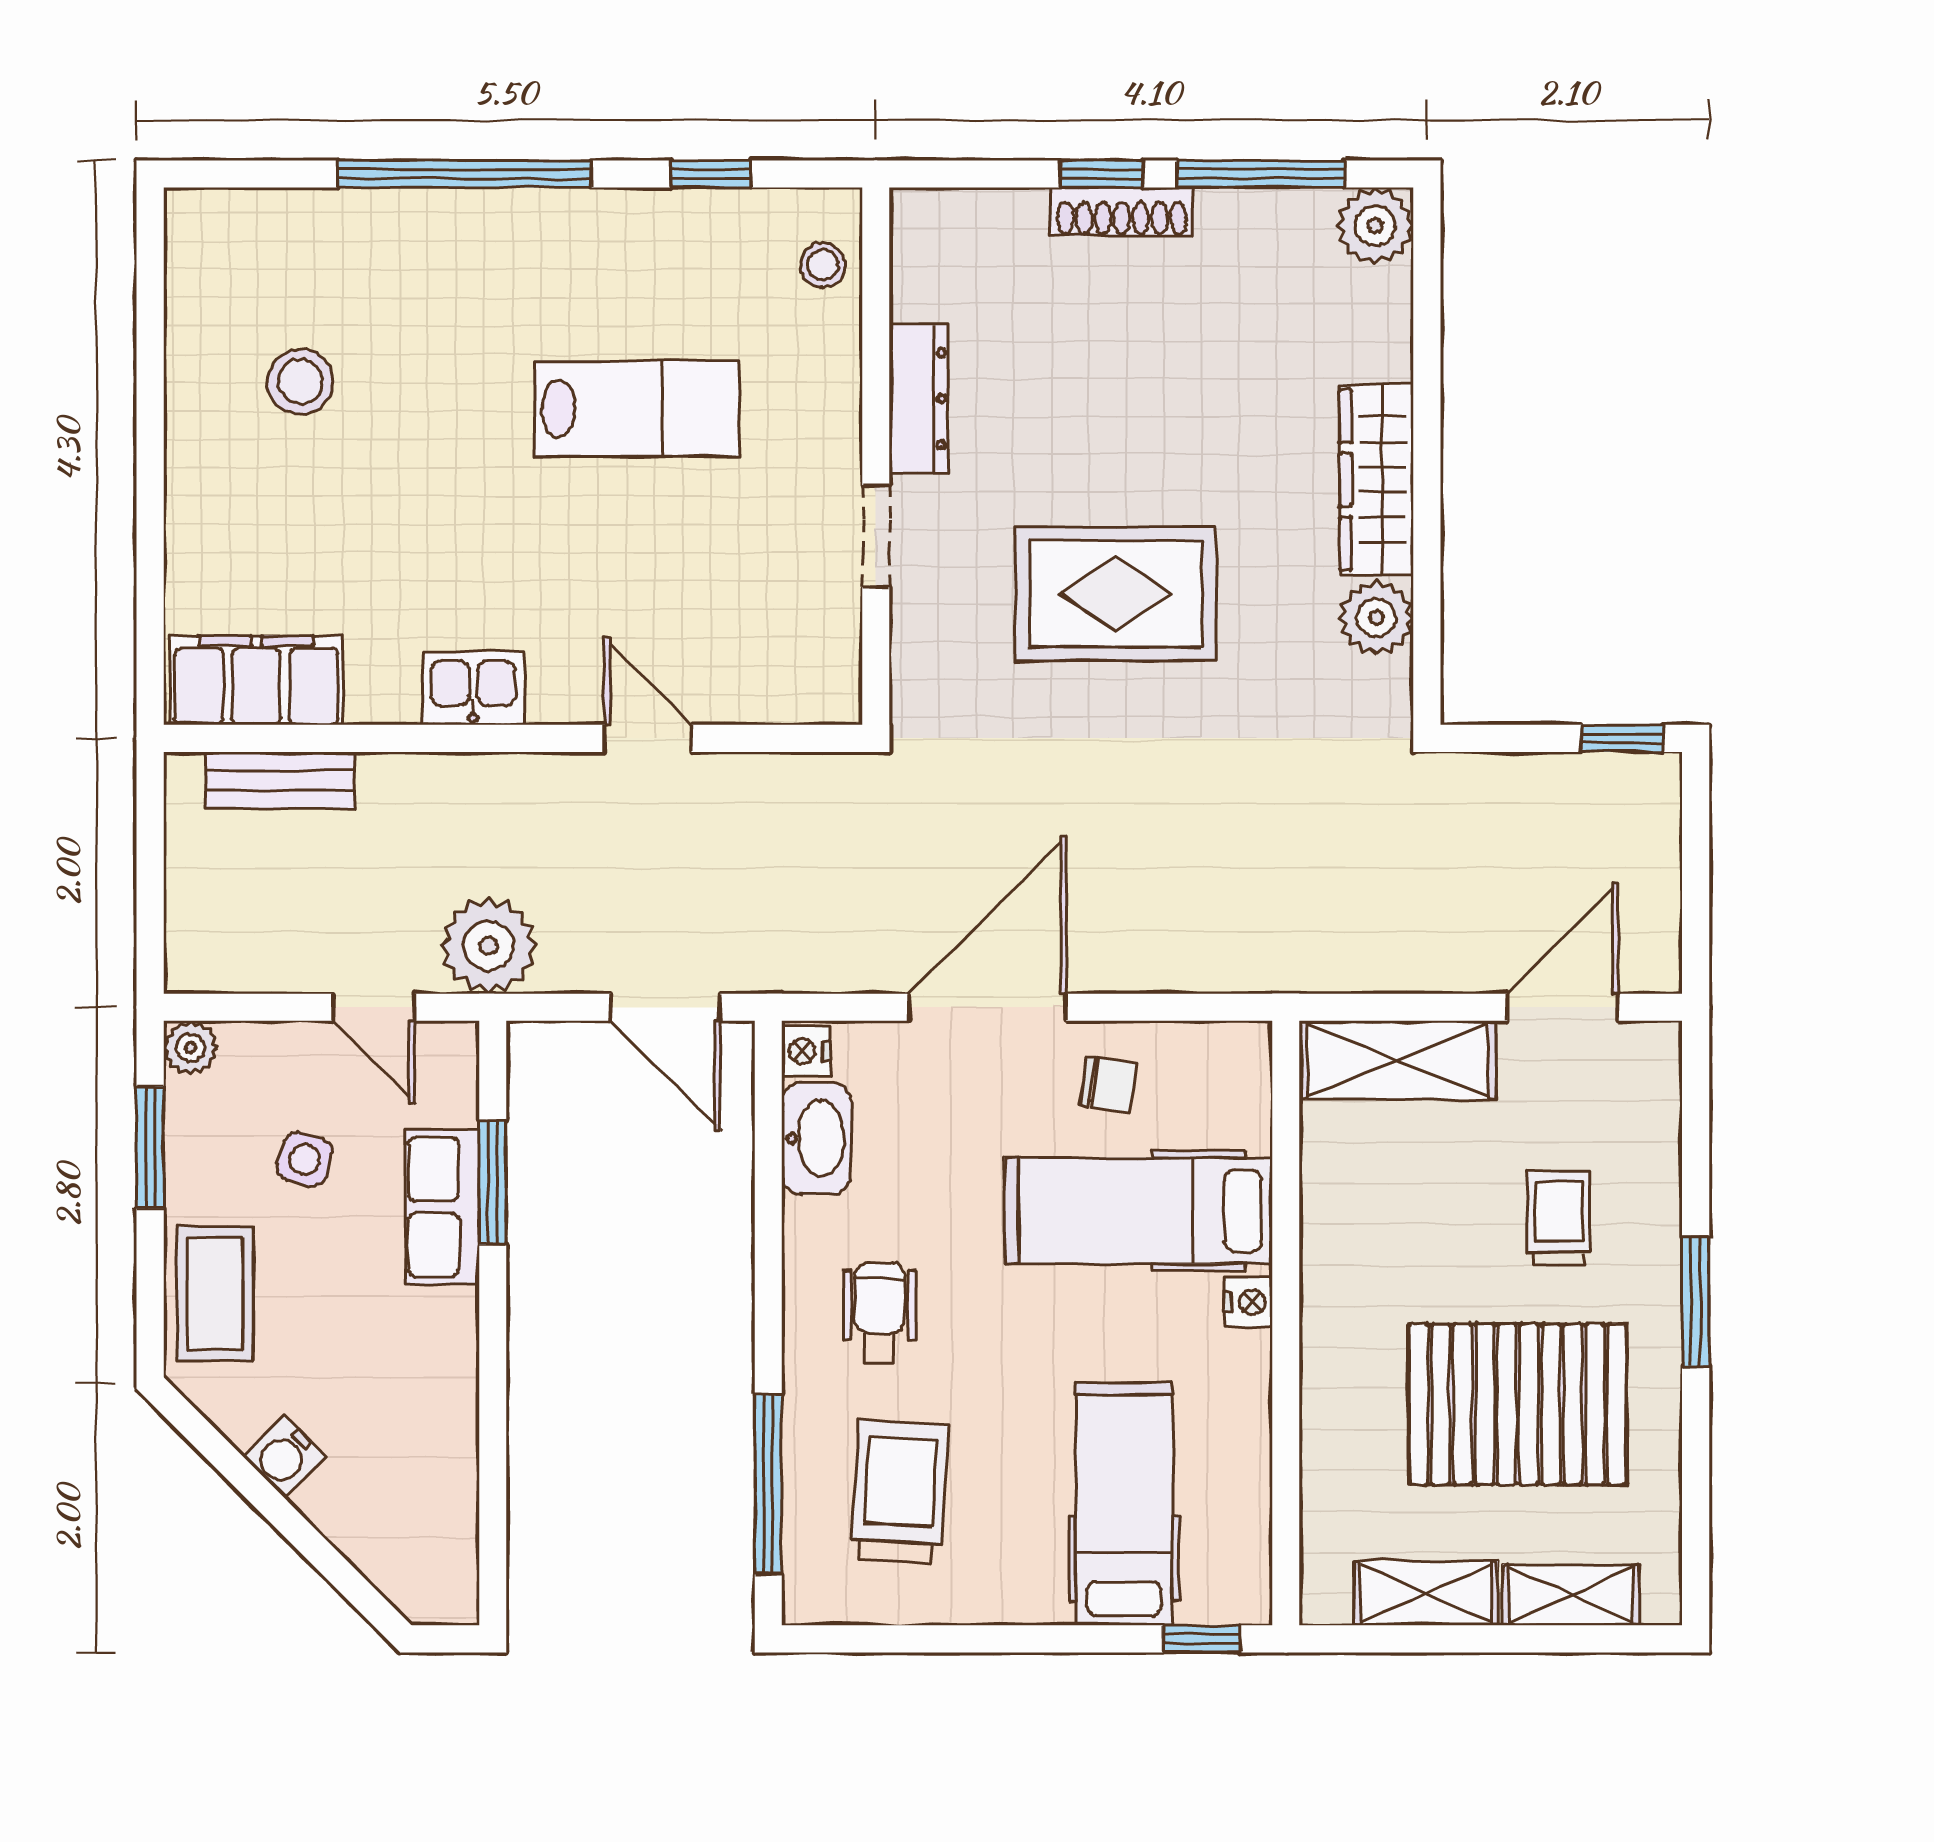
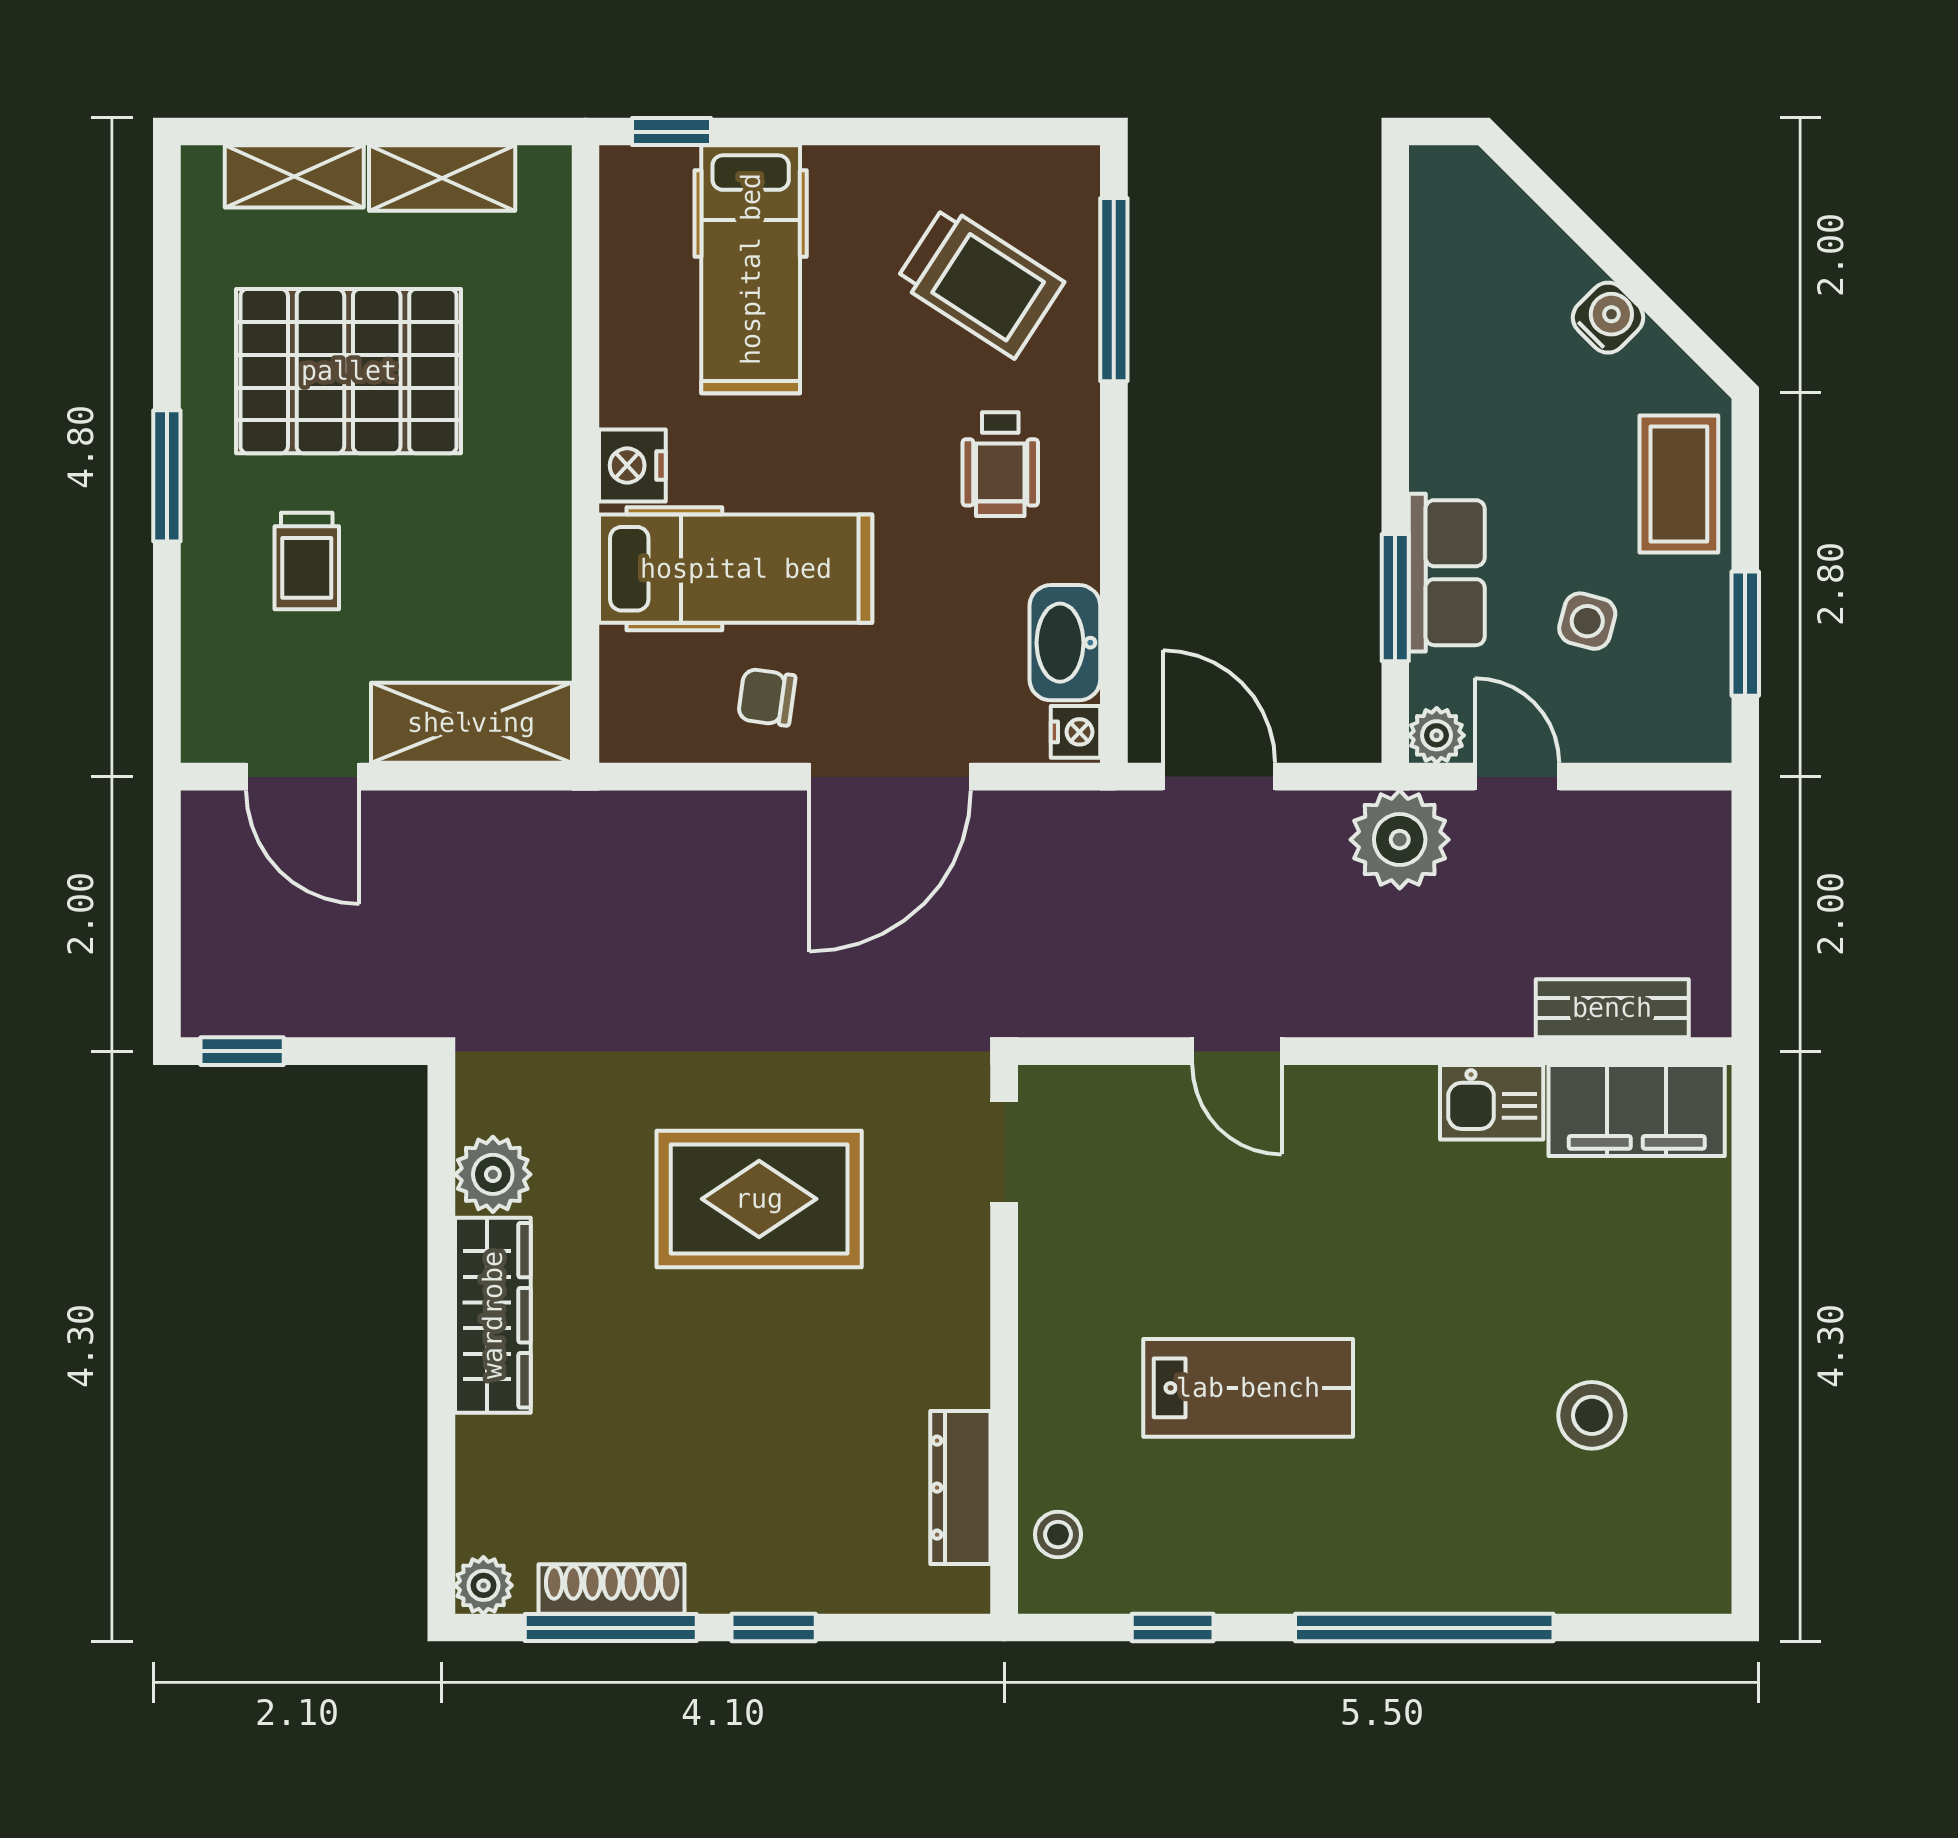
shoe rack: (1122, 212) -> (612, 1589), moved
plant: (1375, 226) -> (483, 1585), width x0.73, depth x0.73
dresser: (919, 399) -> (960, 1488), moved
lab bench: (637, 409) -> (1248, 1388), turned 180
doorway: (876, 536) -> (1004, 1152), moved
kitchen sink: (473, 688) -> (1492, 1102), moved
door: (1563, 1007) -> (303, 777), hinge flipped
plant: (190, 1048) -> (1437, 735), moved
nightstand: (1248, 1302) -> (632, 465), width x1.39, depth x1.35
trolley: (900, 1492) -> (980, 282), turned -61

